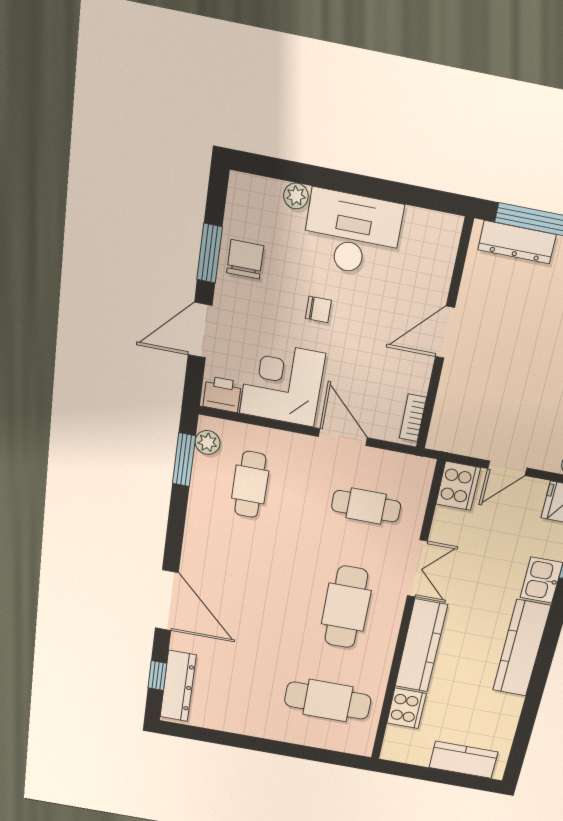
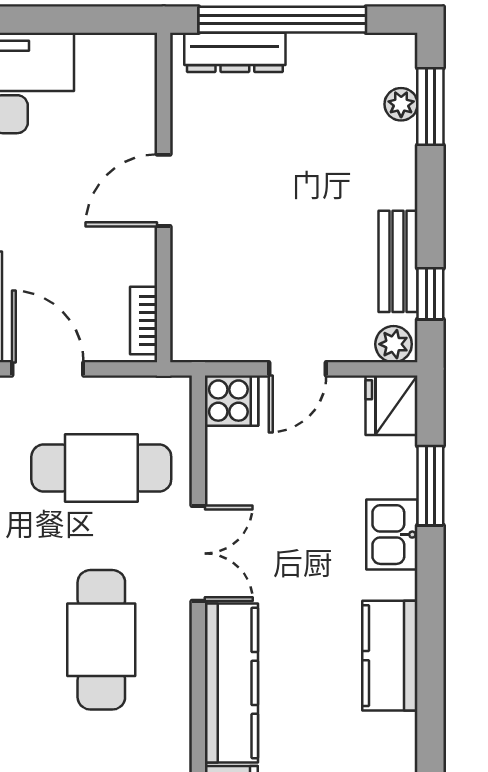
cooker: (458, 486) -> (232, 401), width x0.73
cafe table: (366, 506) -> (101, 468), width x1.37, depth x1.35
kitchen counter: (521, 648) -> (390, 656), width x0.67

